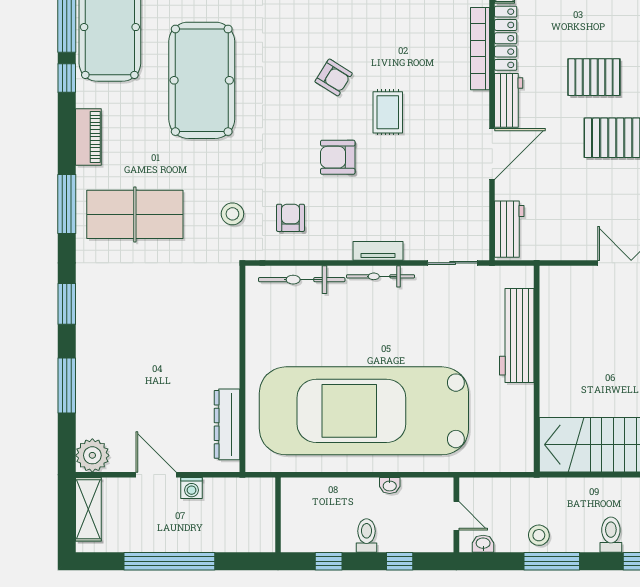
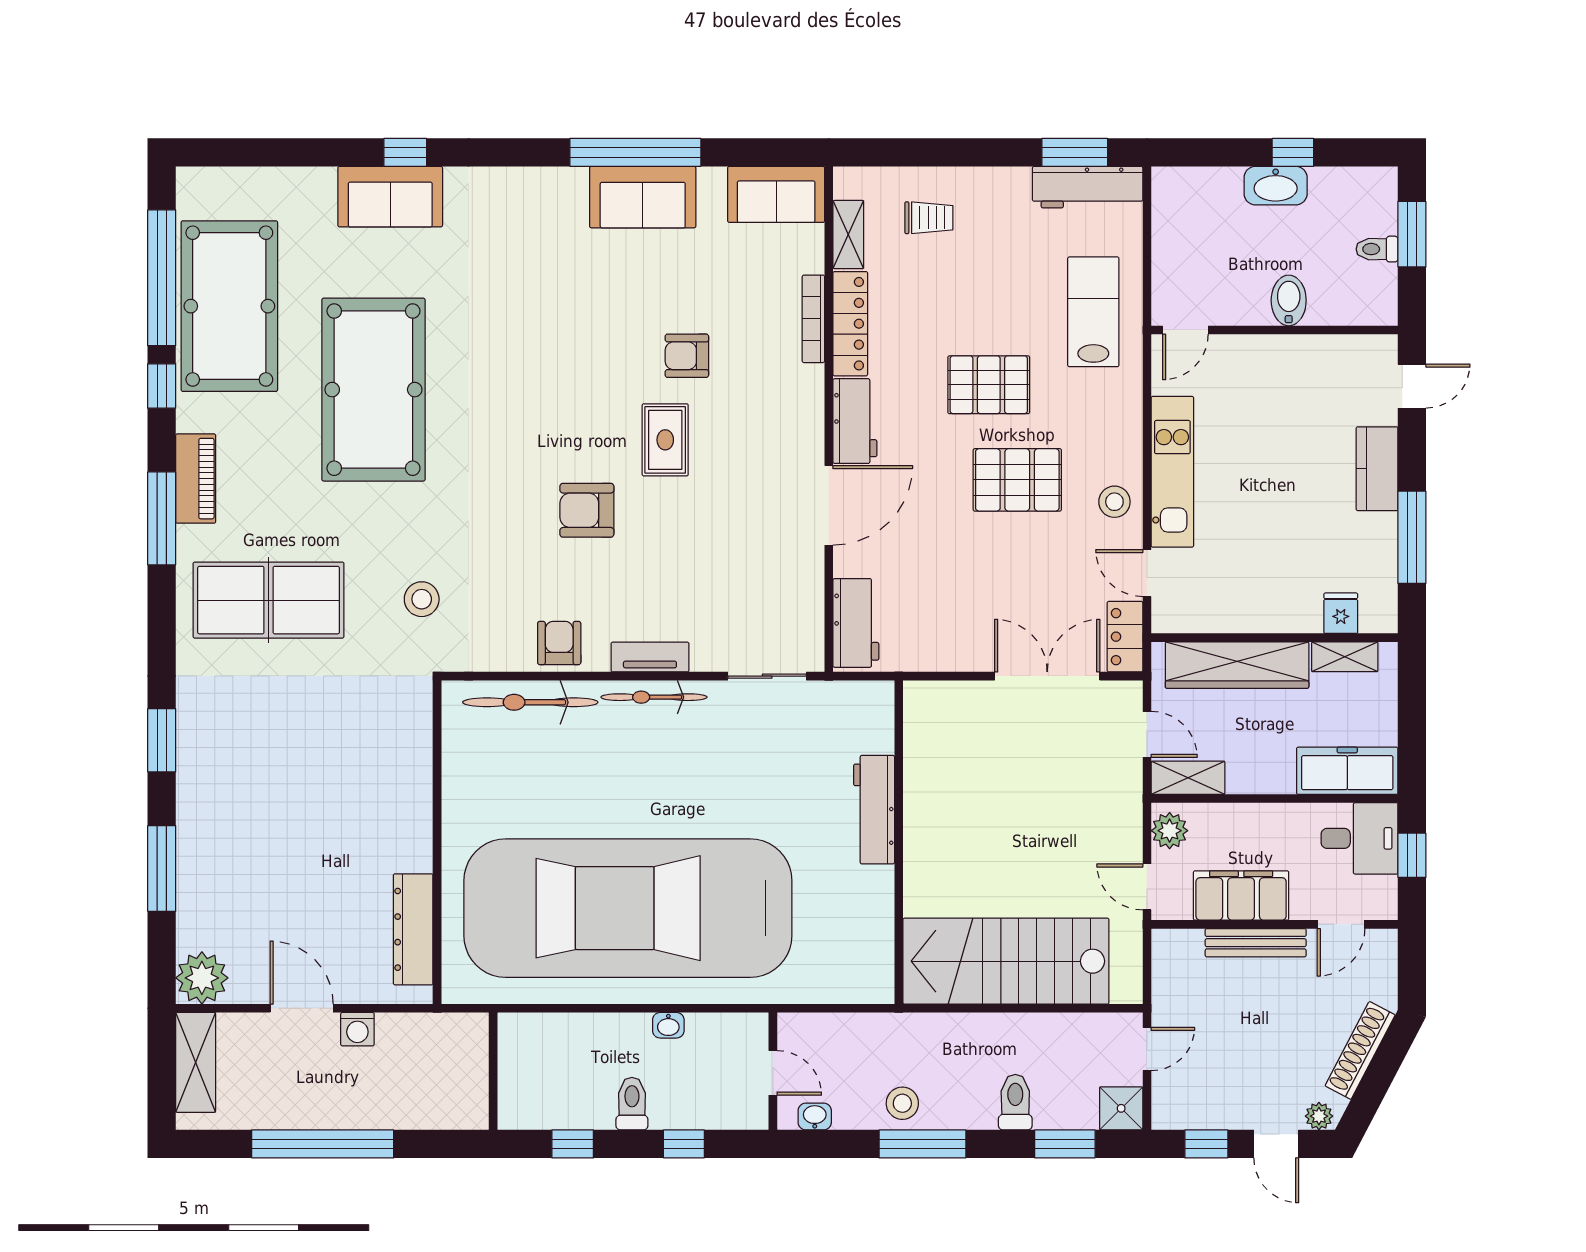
bookcase: (480, 49) -> (813, 319), width x0.68, depth x0.76
armchair: (334, 77) -> (687, 356), moved, turned 148
window: (67, 204) -> (162, 518), moved
armchair: (291, 218) -> (559, 643), moved
workbench: (517, 335) -> (874, 810), width x0.73, depth x0.76

